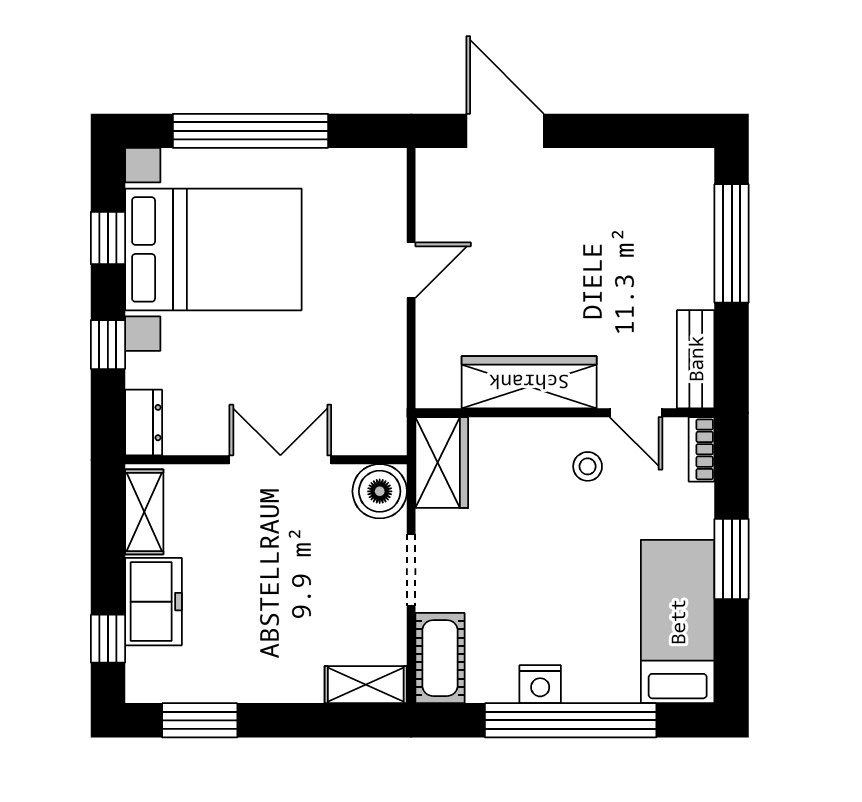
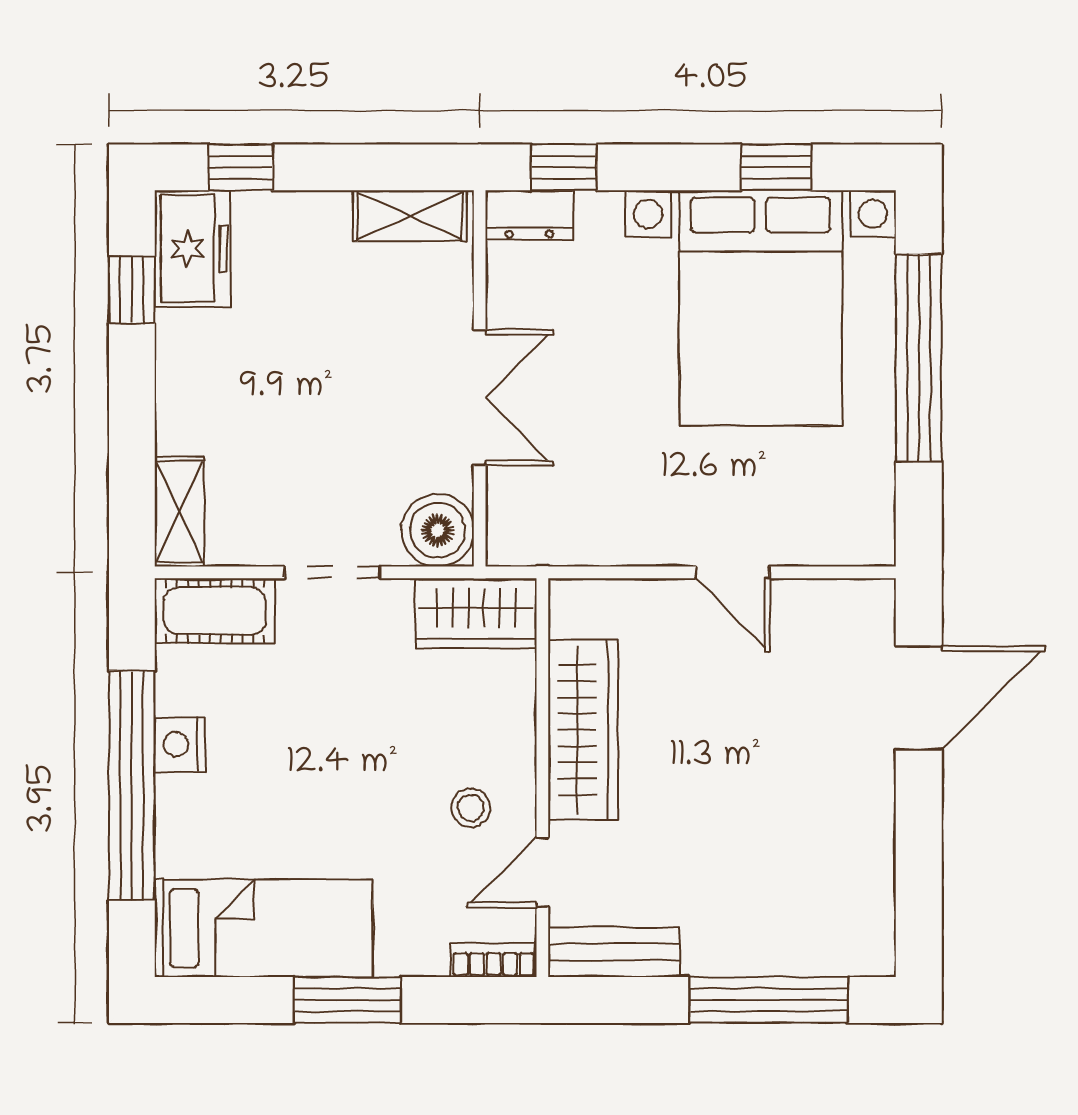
window: (108, 345) -> (564, 167), moved
freezer: (153, 602) -> (193, 249), moved, turned -90
window: (200, 720) -> (132, 290), width x0.67

